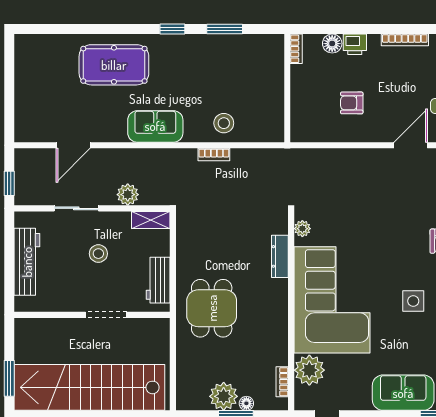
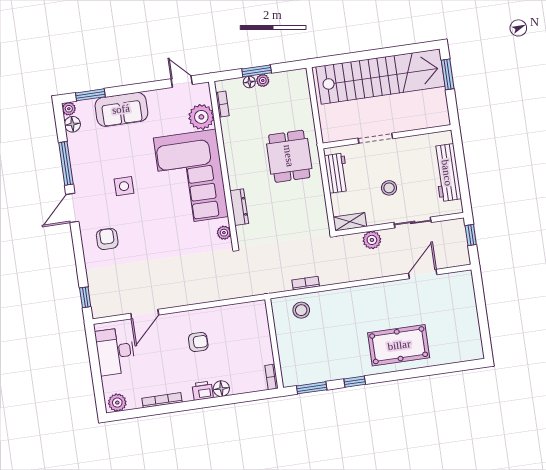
bookcase: (296, 49) -> (272, 377), moved
wall: (287, 88) -> (274, 344), moved
sofa: (155, 126) -> (357, 299), removed
plant: (224, 396) -> (263, 80), width x0.53, depth x0.53

